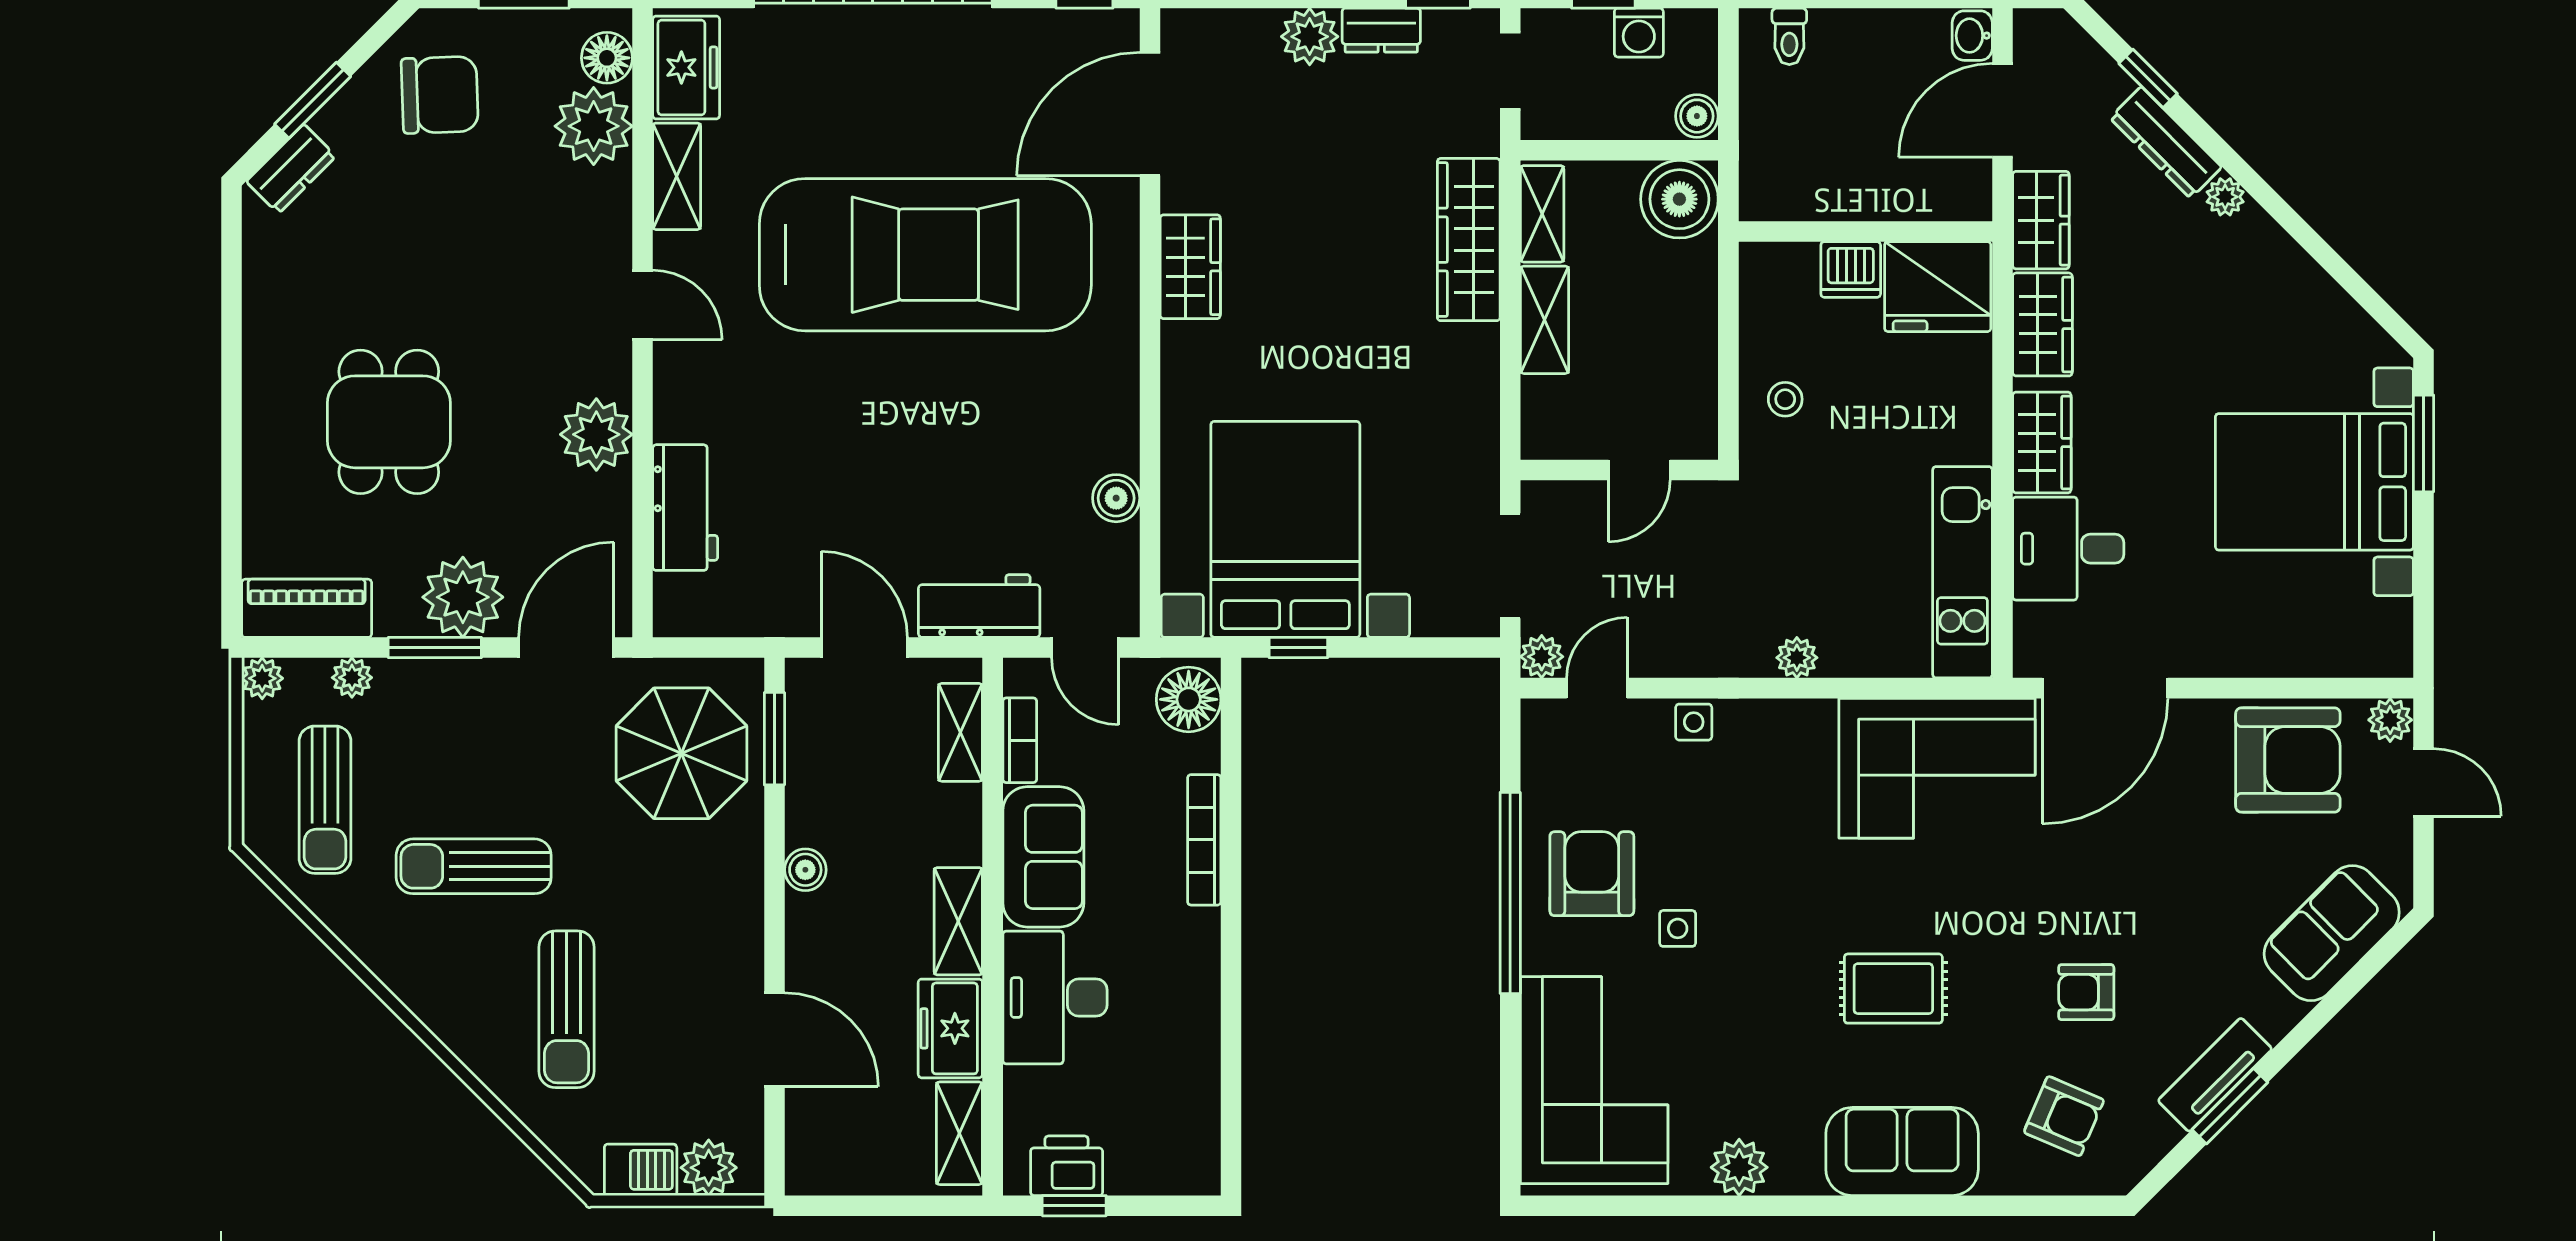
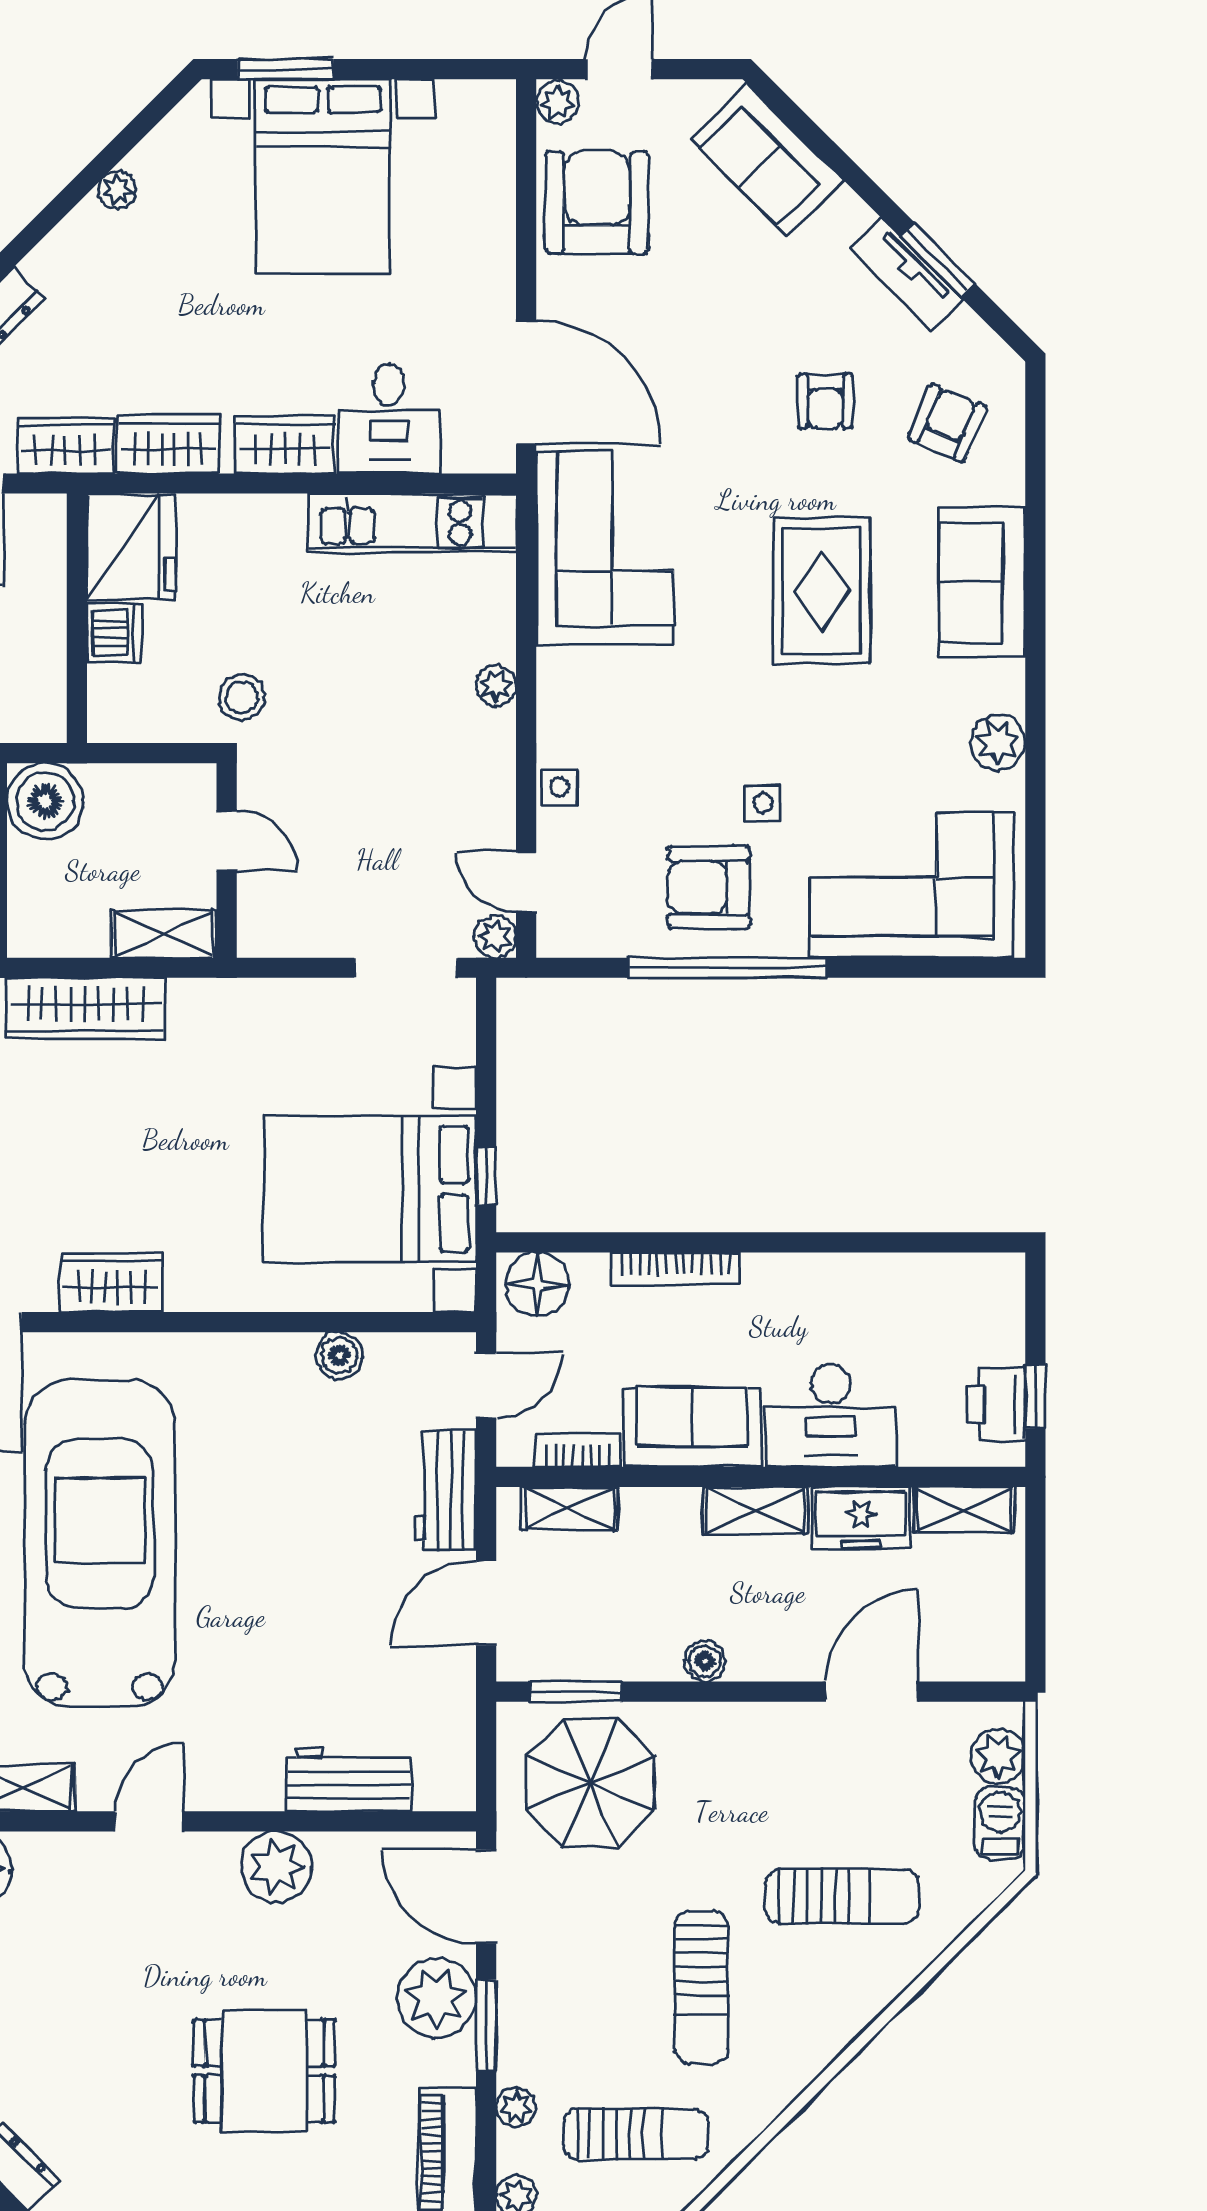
plant: (2225, 197) -> (117, 190), moved
shelving: (1542, 214) -> (60, 936), removed
stool: (1785, 399) -> (242, 697), width x1.37, depth x1.37
wall: (1619, 470) -> (227, 860), moved
door: (1639, 470) -> (227, 841), moved
rug: (1893, 989) -> (822, 591), width x1.36, depth x1.43

